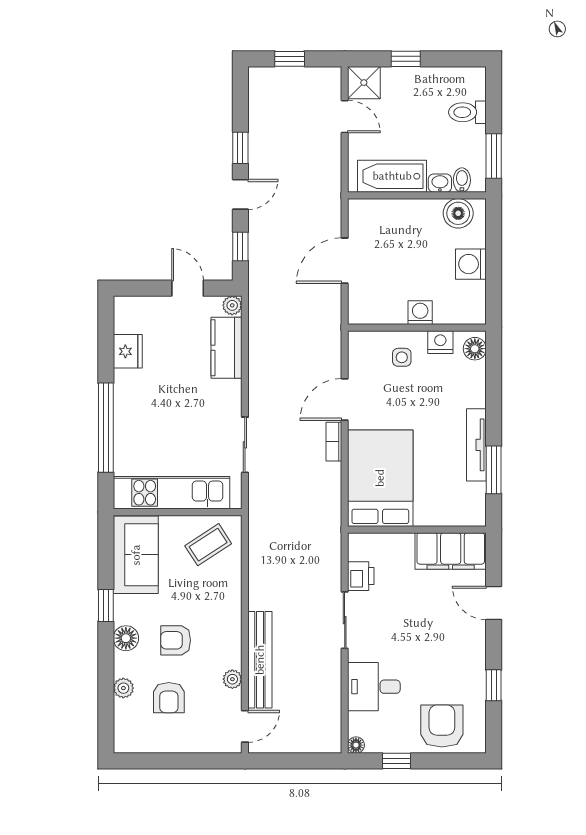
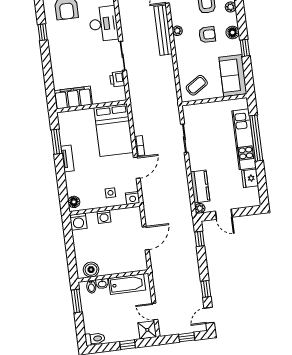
toilet: (467, 112) -> (95, 339), moved
door: (240, 194) -> (209, 315), moved
washing machine: (471, 264) -> (78, 222), moved, turned 90
nightstand: (440, 342) -> (133, 198), moved
tv unit: (476, 445) -> (68, 159), width x0.71
kitchen unit: (171, 493) -> (244, 139), moved, turned 90
door: (494, 603) -> (48, 74), removed
plant: (232, 679) -> (177, 31), moved
desk: (374, 687) -> (103, 24), width x1.37

